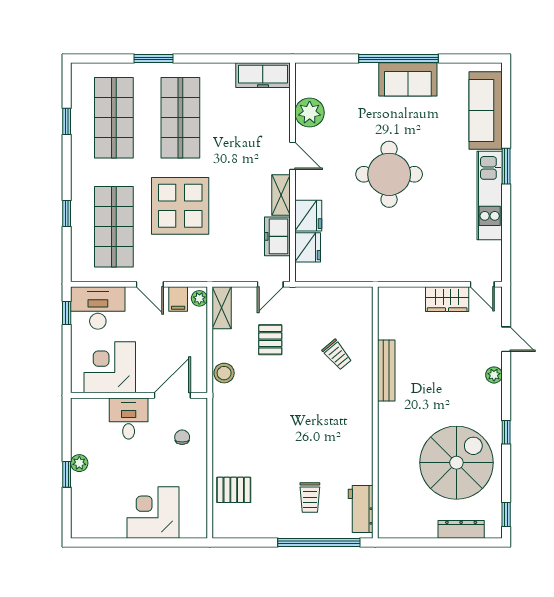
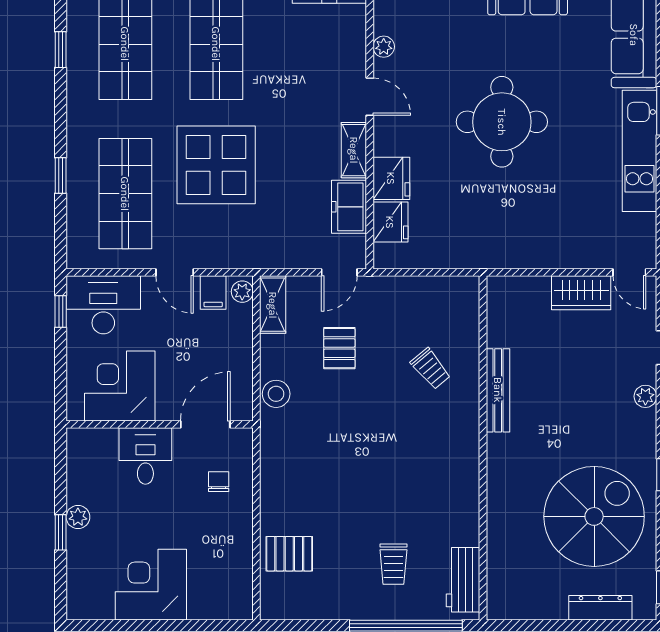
plant: (310, 113) -> (384, 47), width x0.53, depth x0.53
corner desk: (153, 513) -> (151, 585), moved

